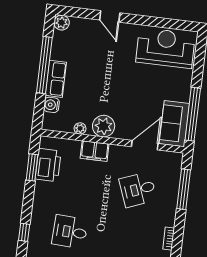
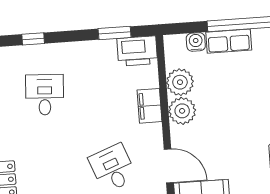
plant: (80, 128) -> (180, 82), width x1.87, depth x1.87
printer: (48, 165) -> (137, 51), moved

